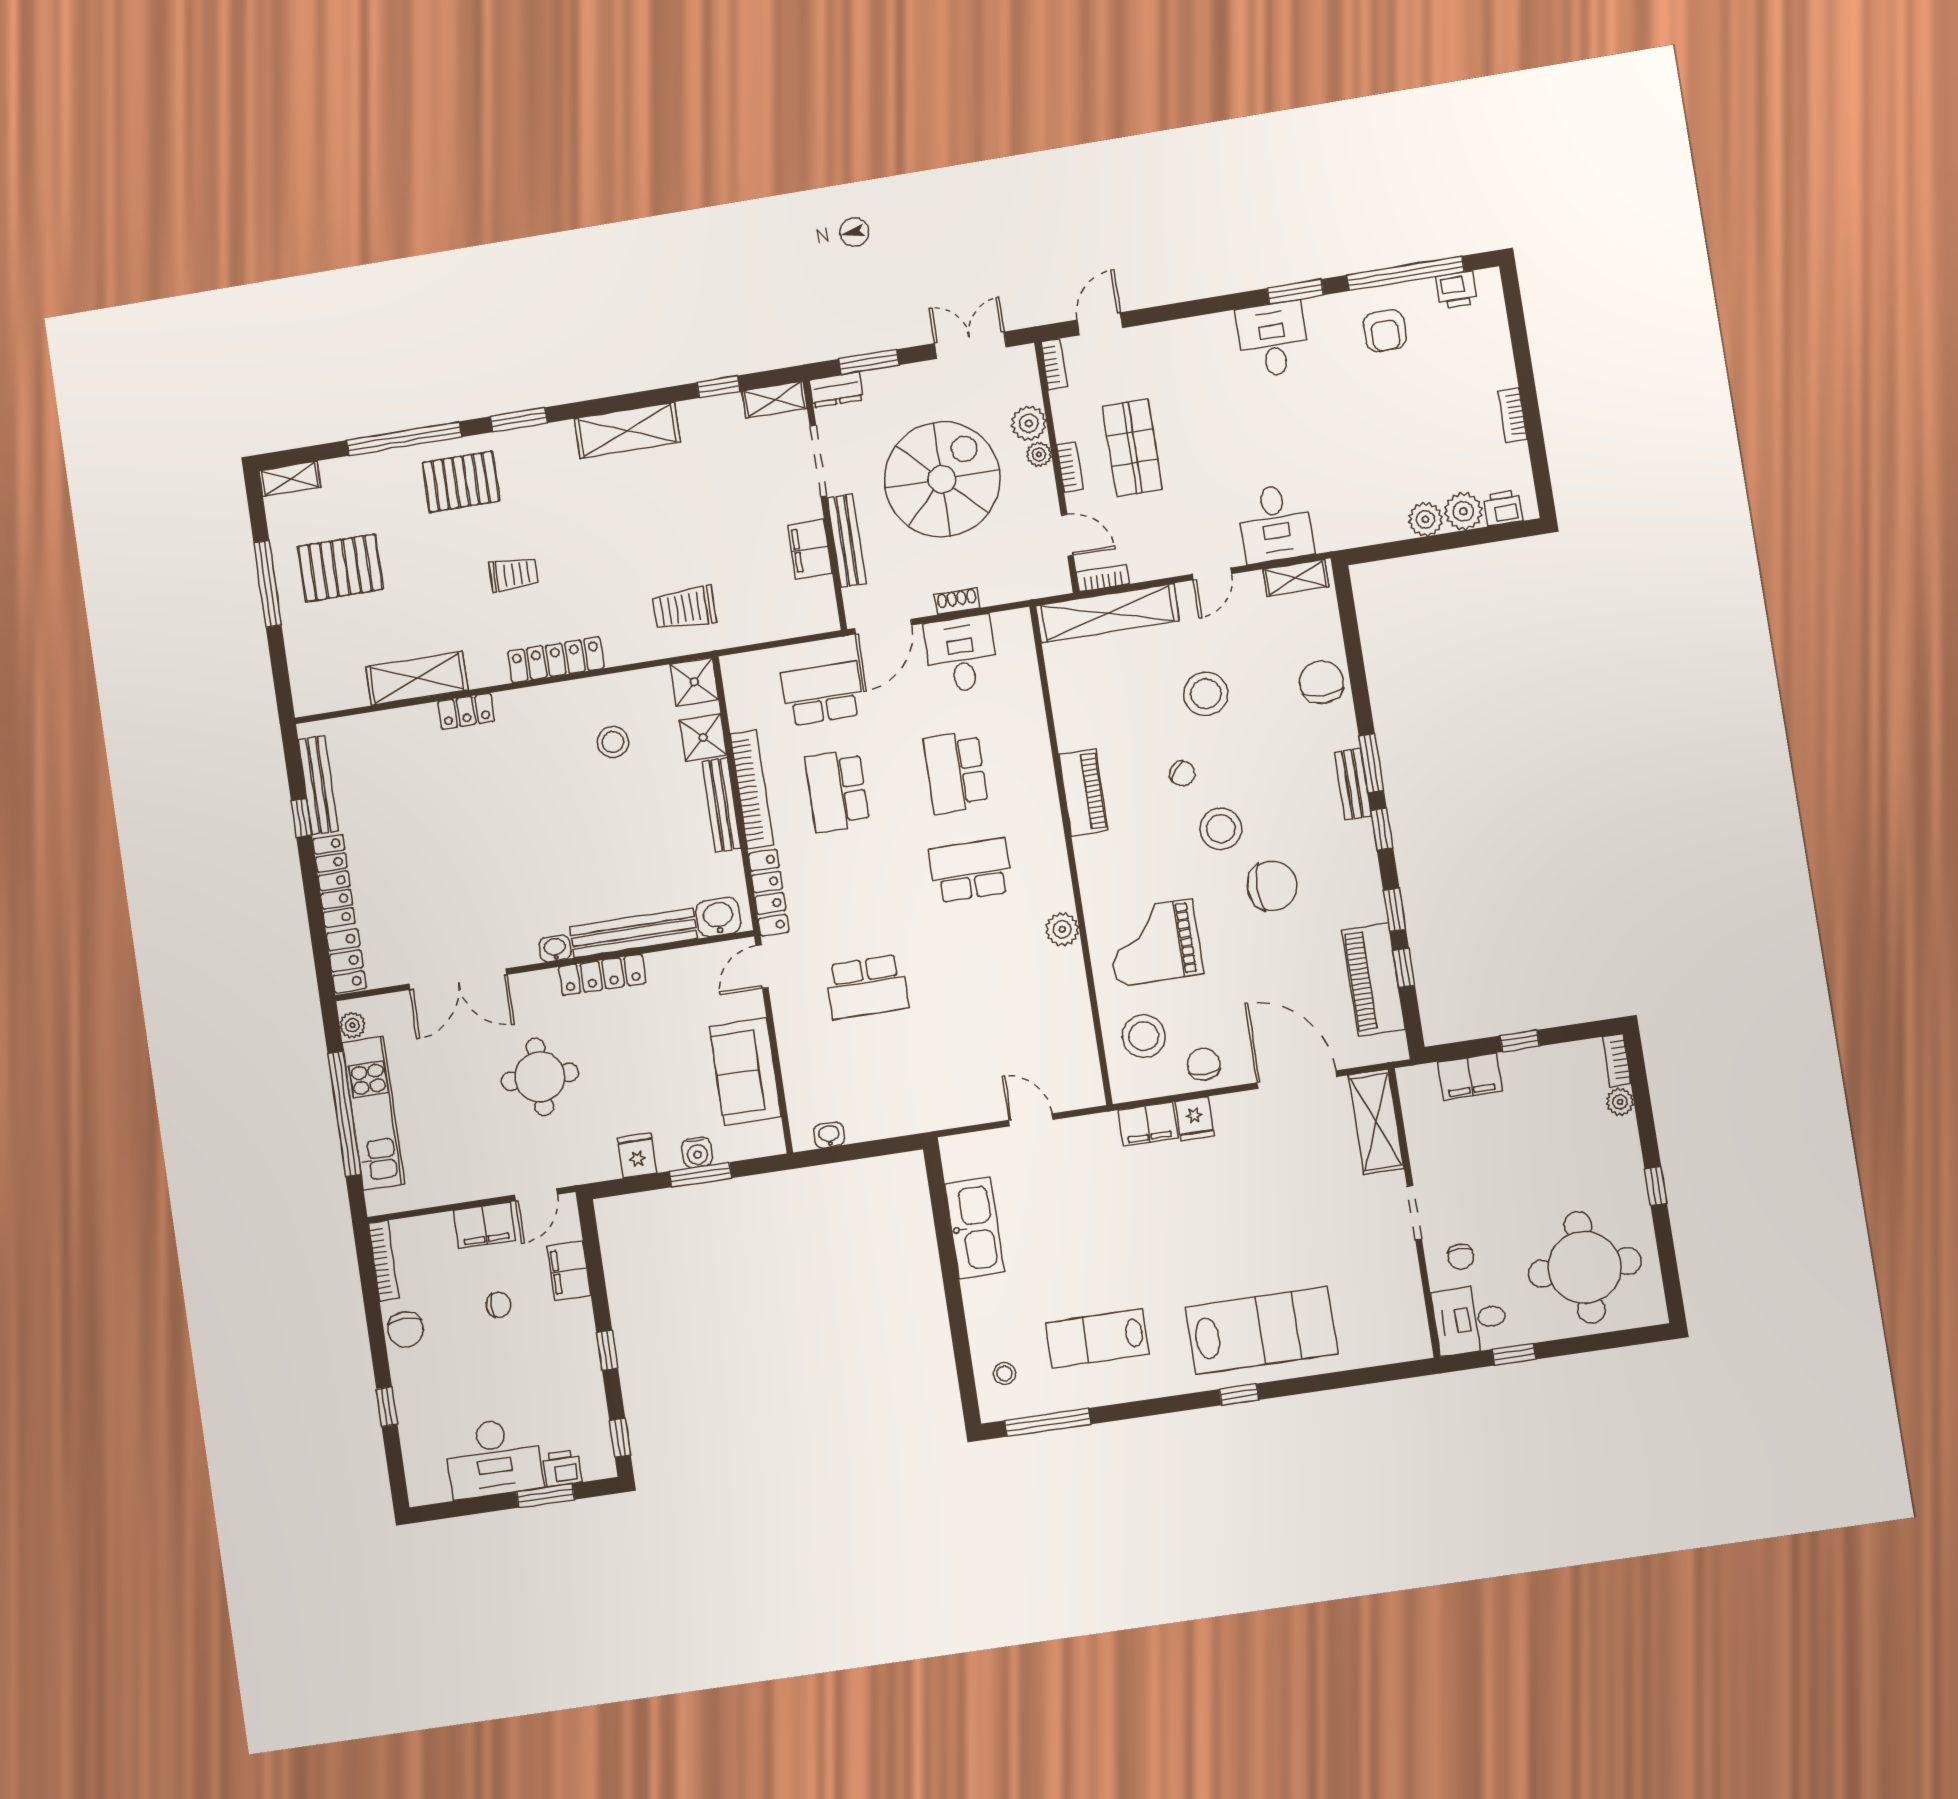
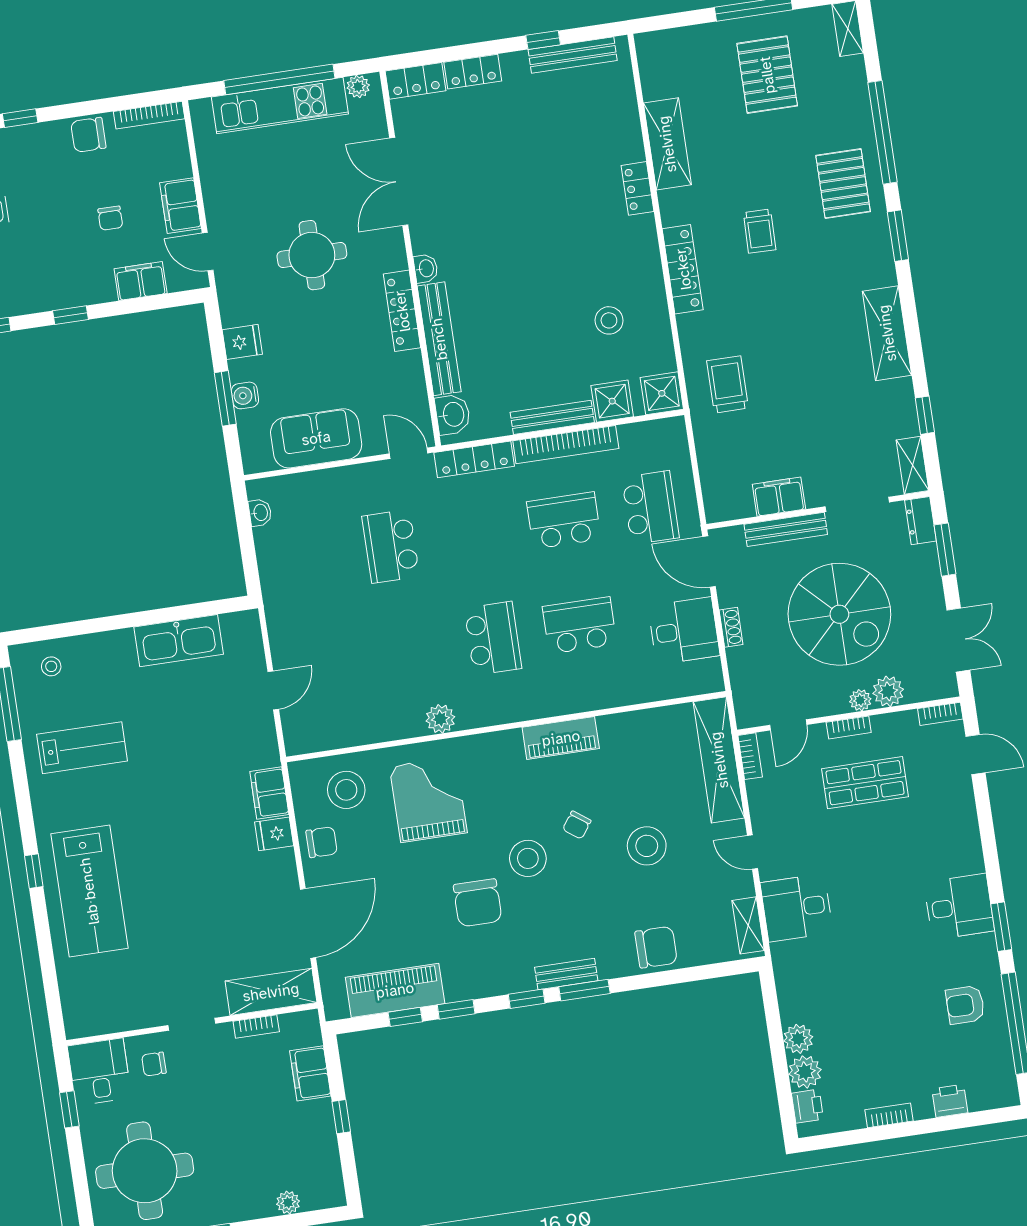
printer: (1456, 290) -> (950, 1101), moved, turned 90
locker: (334, 881) -> (473, 72), width x0.66
bookcase: (1617, 1060) -> (256, 1026), moved, turned 180
lab bench: (1097, 1338) -> (82, 748), turned 90

